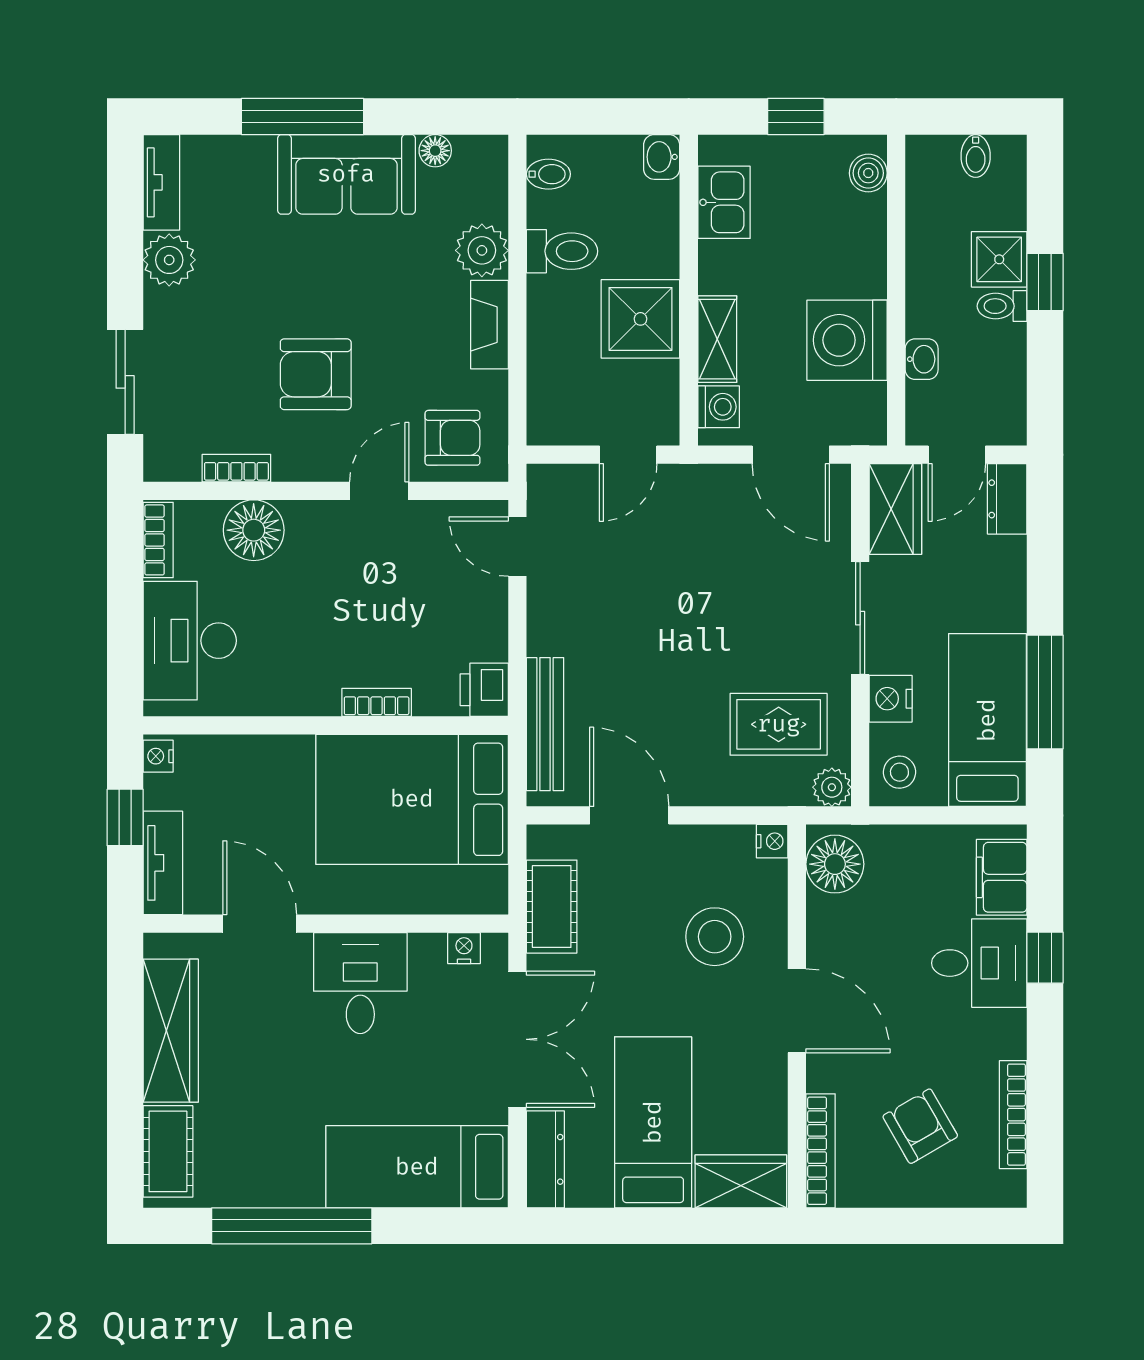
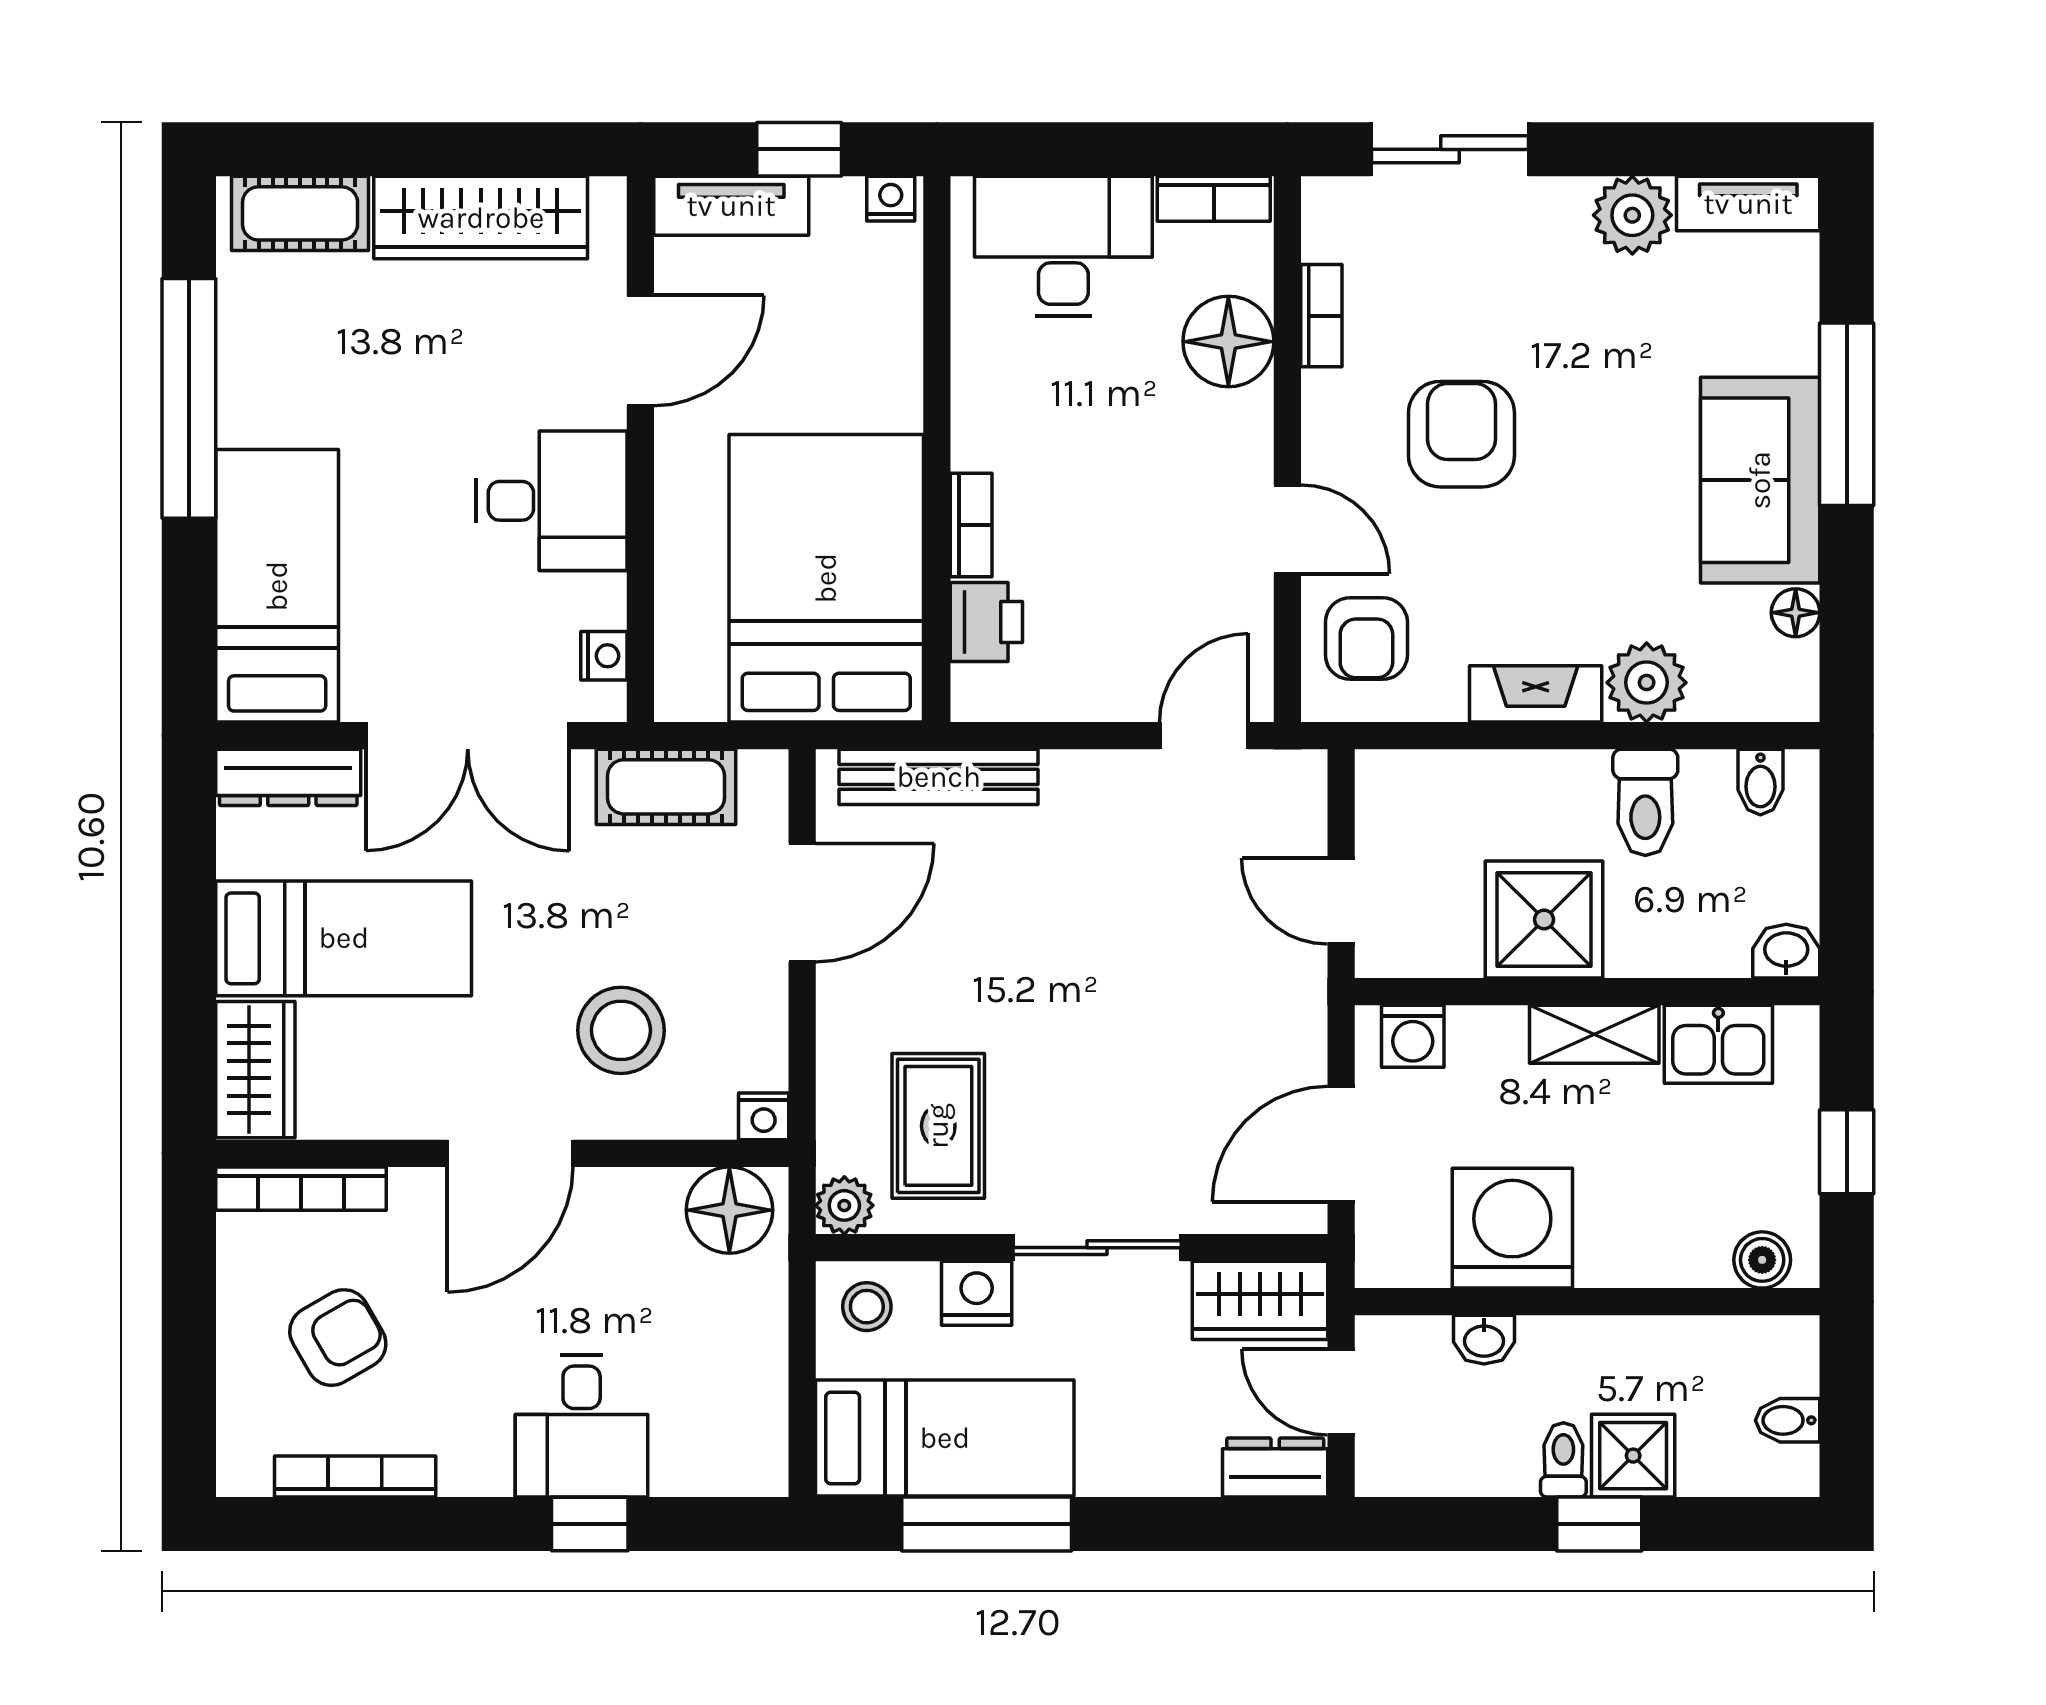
shelving: (717, 339) -> (1594, 1034), moved
printer: (484, 690) -> (986, 622), moved, turned 90
filing cabinet: (1002, 877) -> (710, 1459), removed

